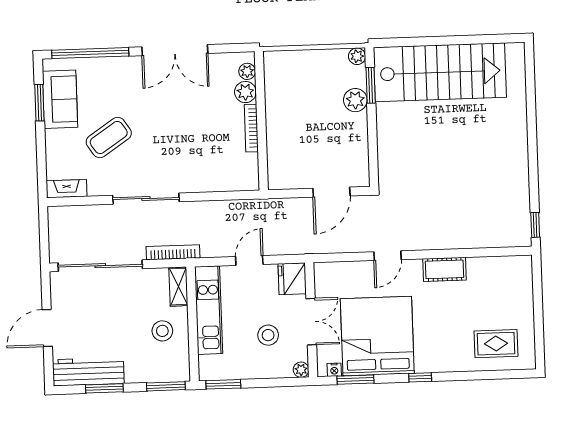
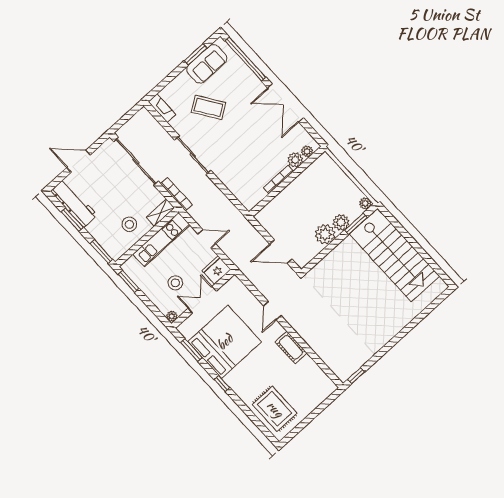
plant: (353, 128) -> (325, 234), added
door: (387, 256) -> (272, 311), hinge flipped
double door: (311, 322) -> (202, 300), swing flipped
rug: (496, 344) -> (275, 409), width x1.36, depth x1.43
nightstand: (334, 370) -> (187, 334), removed

